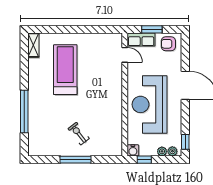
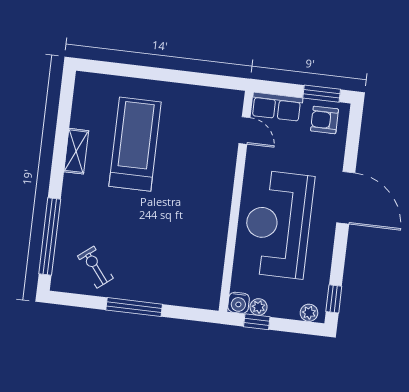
window: (152, 29) -> (322, 94), moved
shelving: (33, 45) -> (76, 151), moved
window: (24, 111) -> (50, 236), moved
exercise bike: (79, 134) -> (95, 267), moved
plant: (162, 151) -> (259, 307), moved

